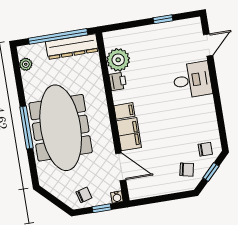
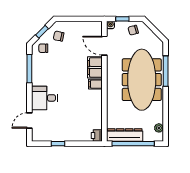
plant: (118, 60) -> (94, 120), removed
printer: (118, 81) -> (97, 135), moved
window: (220, 117) -> (29, 69), added
window: (26, 127) -> (166, 71), moved

